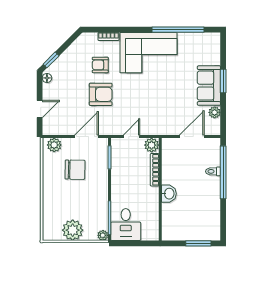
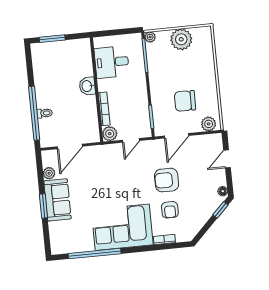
armchair: (100, 65) -> (170, 210), turned 90
desk: (126, 225) -> (112, 62), moved, turned -90

